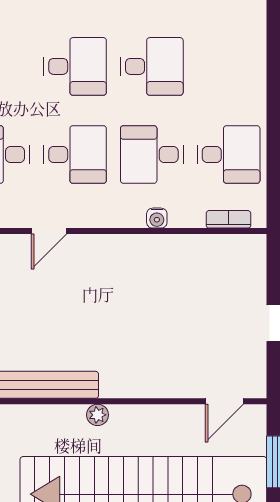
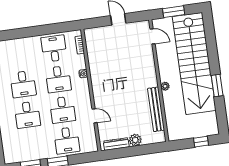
desk: (75, 66) -> (27, 115), turned 180
desk: (152, 66) -> (23, 84), turned 180
desk: (75, 155) -> (63, 110), turned 180

